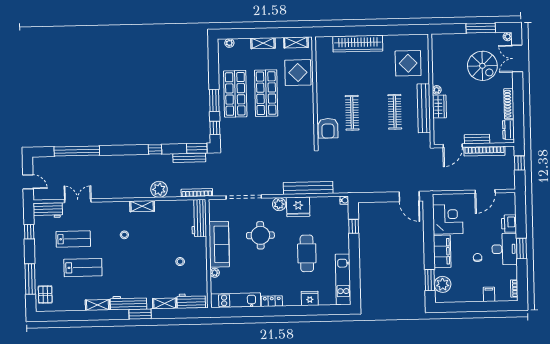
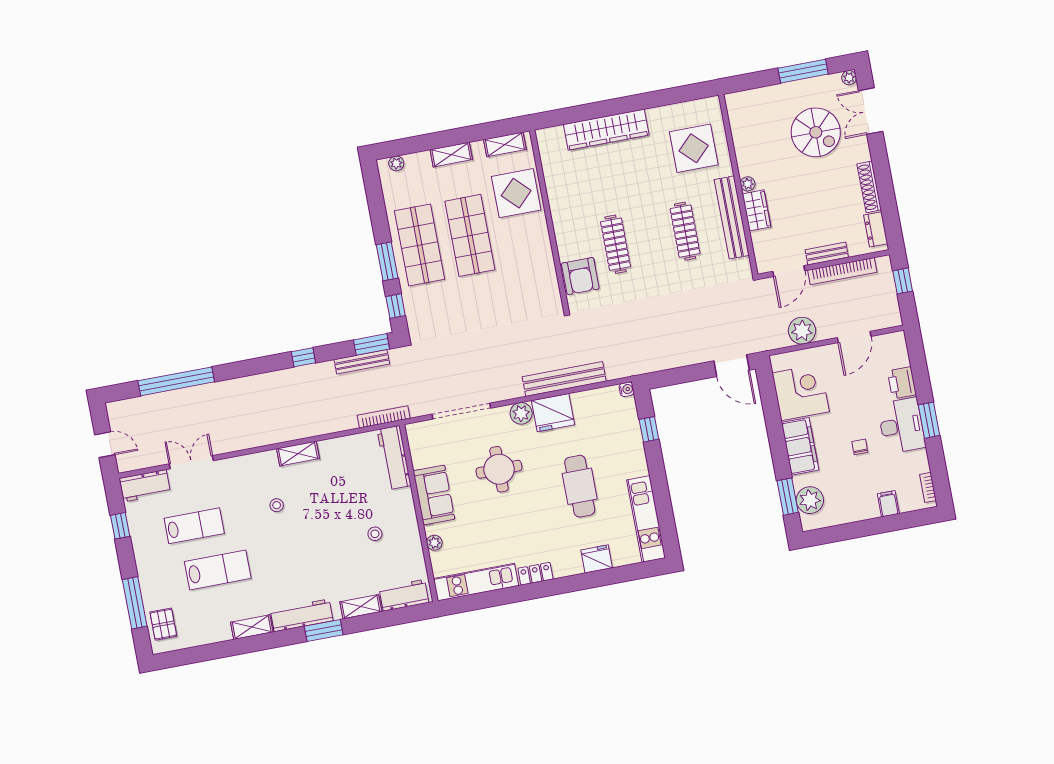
plant: (159, 189) -> (802, 331), moved
sofa: (219, 244) -> (434, 495), width x0.73

